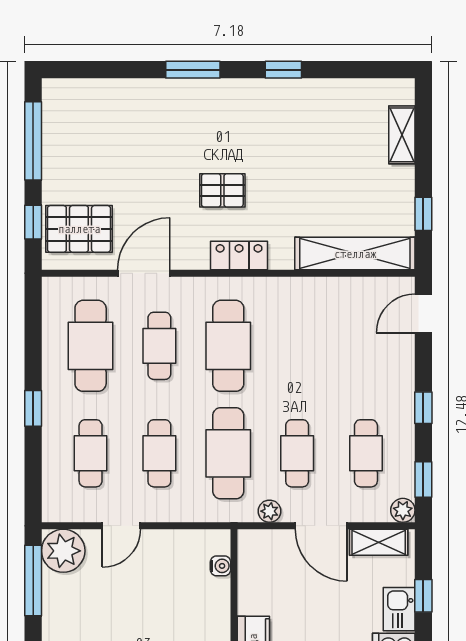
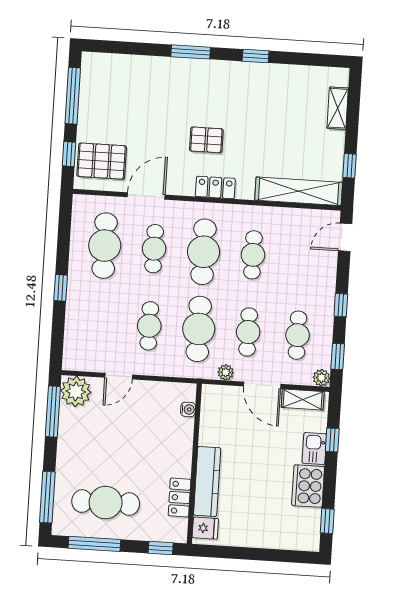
cafe table: (91, 453) -> (253, 255), moved

